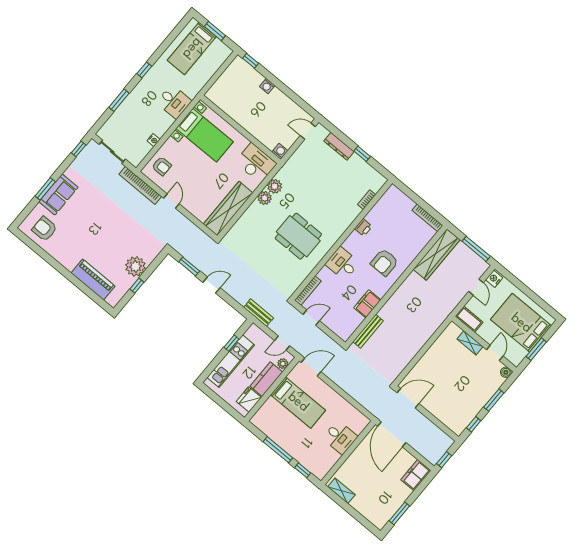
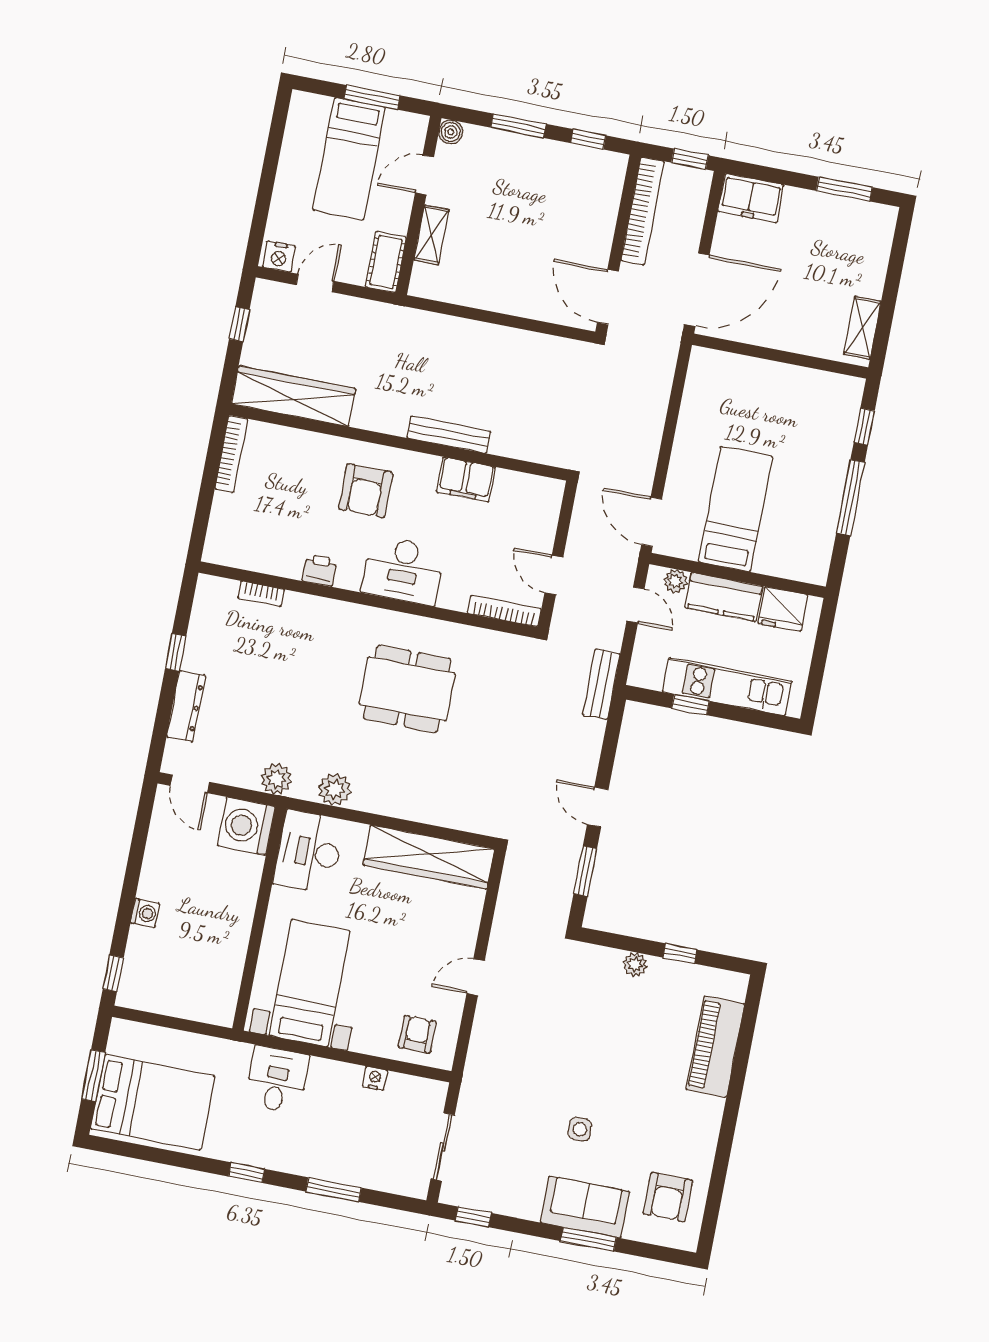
bed: (192, 48) -> (153, 1102), width x1.50
washing machine: (280, 151) -> (246, 826), width x1.89, depth x1.89
bookcase: (140, 185) -> (643, 211), moved
plant: (265, 198) -> (276, 779), moved
side table: (90, 209) -> (580, 1129), added
dining table: (298, 236) -> (407, 689), turned 90
window: (476, 249) -> (239, 324), width x0.46
armchair: (384, 262) -> (366, 491), turned 90
desk: (342, 263) -> (403, 570), width x1.37
plant: (135, 266) -> (635, 965), width x0.53, depth x0.53
bed: (521, 323) -> (349, 159), width x0.67
bench: (368, 331) -> (449, 435), moved
desk: (340, 437) -> (759, 388), removed

